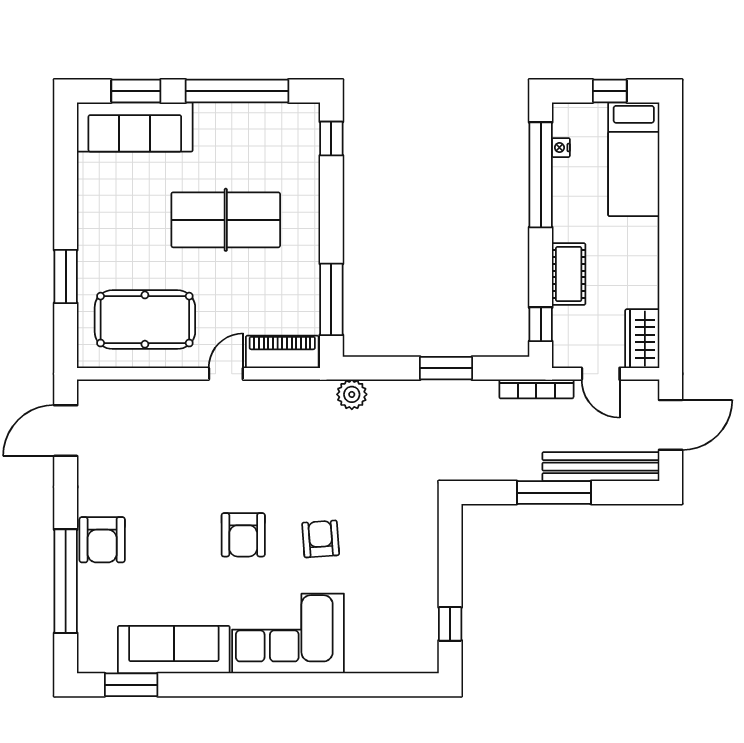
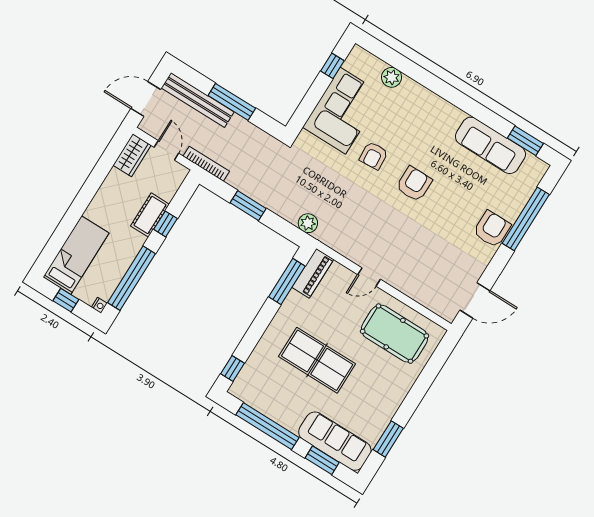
nightstand: (561, 148) -> (99, 305), moved
window: (66, 277) -> (388, 439), moved
window: (541, 324) -> (165, 224), moved
piano: (282, 352) -> (313, 273), moved, turned -90
corner sofa: (288, 634) -> (343, 111), moved, turned -90
plant: (362, 658) -> (392, 77), added

